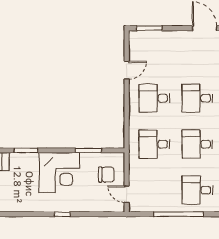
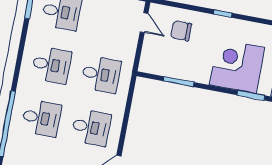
corner desk: (59, 173) -> (237, 66), moved
chair: (106, 175) -> (181, 31), moved

